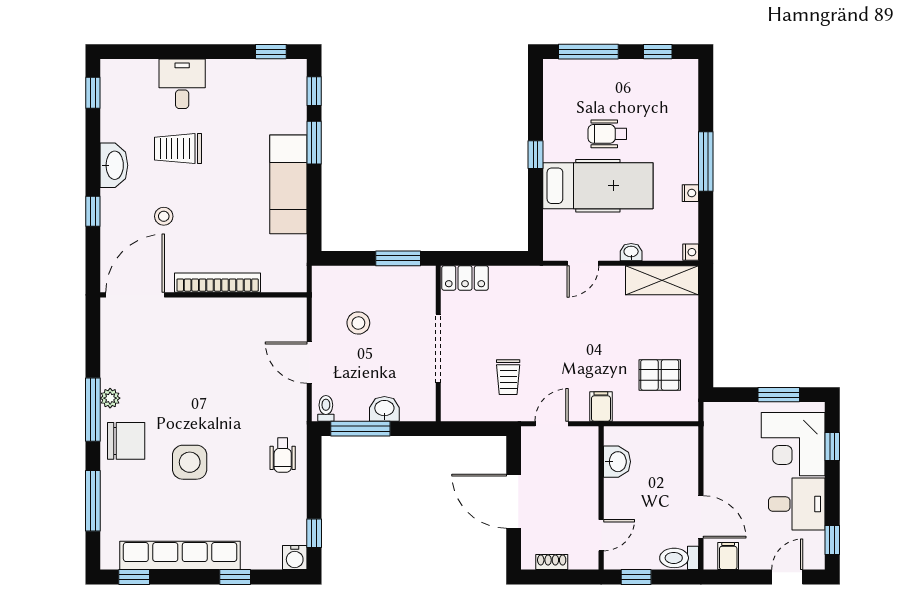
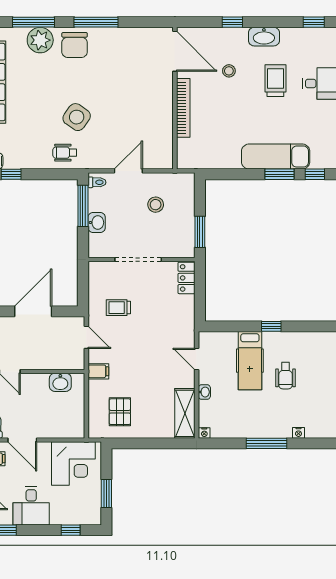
wheelchair: (607, 134) -> (286, 376), turned 180
exam couch: (288, 184) -> (276, 157), moved
hospital bed: (598, 186) -> (250, 361), width x0.73, depth x0.78
nightstand: (690, 193) -> (298, 433), moved
plant: (110, 398) -> (40, 40), moved, width x1.87, depth x1.87
corner desk: (793, 444) -> (73, 463), moved, turned 180
side table: (190, 462) -> (77, 117), moved, turned 35
door: (701, 517) -> (22, 440), hinge flipped

